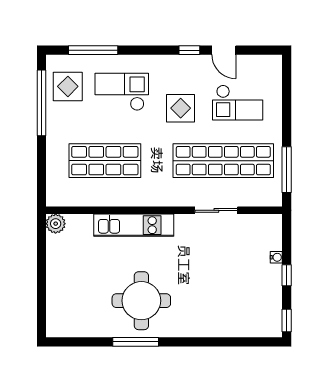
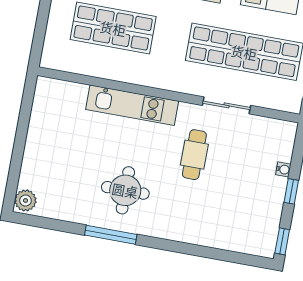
plant: (56, 224) -> (26, 200), moved
cafe table: (196, 258) -> (194, 155), added
round table: (141, 301) -> (125, 190), width x0.73, depth x0.73

